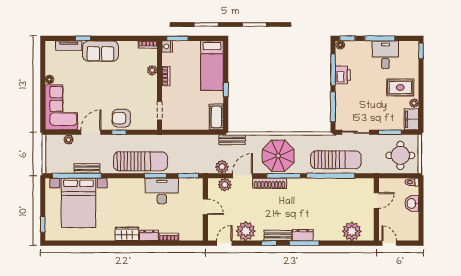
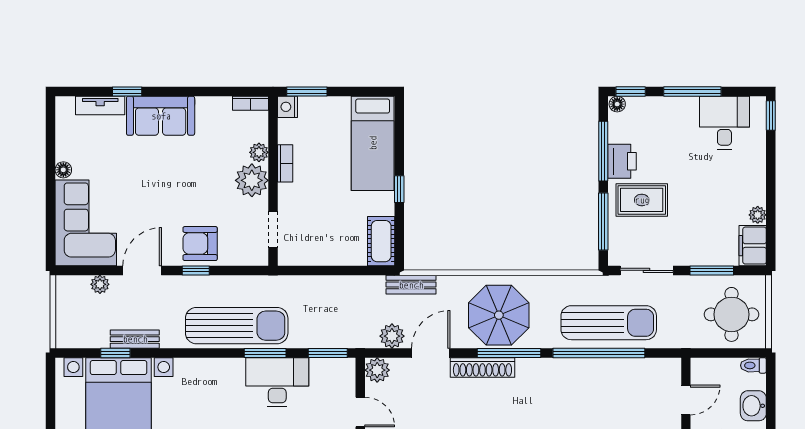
desk: (385, 55) -> (724, 123), moved
plant: (148, 85) -> (252, 180), added
rug: (400, 87) -> (642, 200), moved
window: (77, 176) -> (115, 353), width x0.32
plant: (225, 185) -> (377, 370), moved

